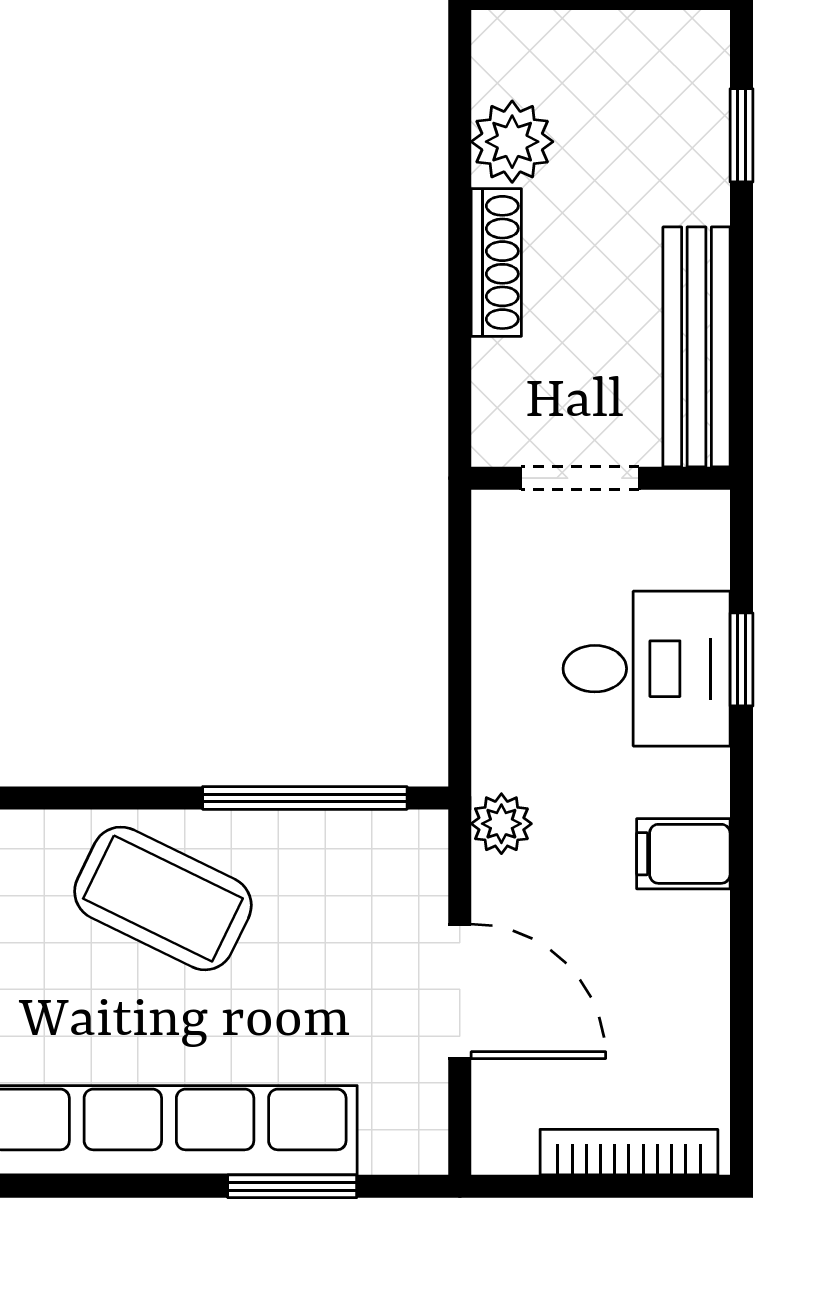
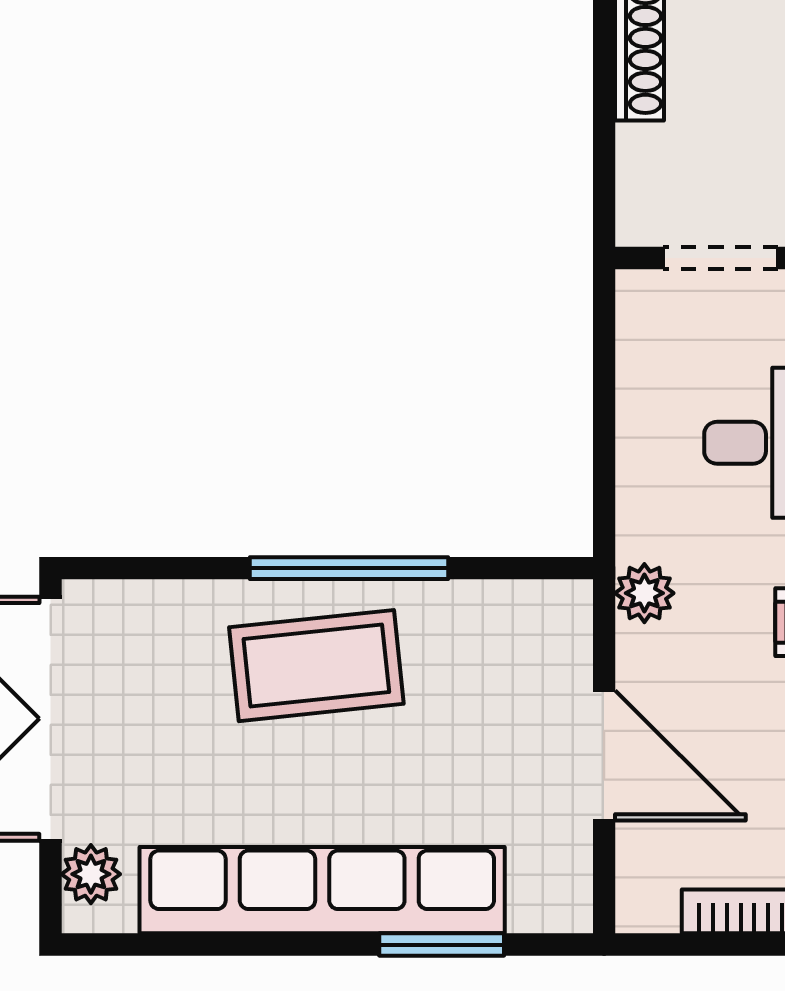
window: (305, 798) -> (349, 568), moved
coffee table: (163, 898) -> (316, 666), turned -32

